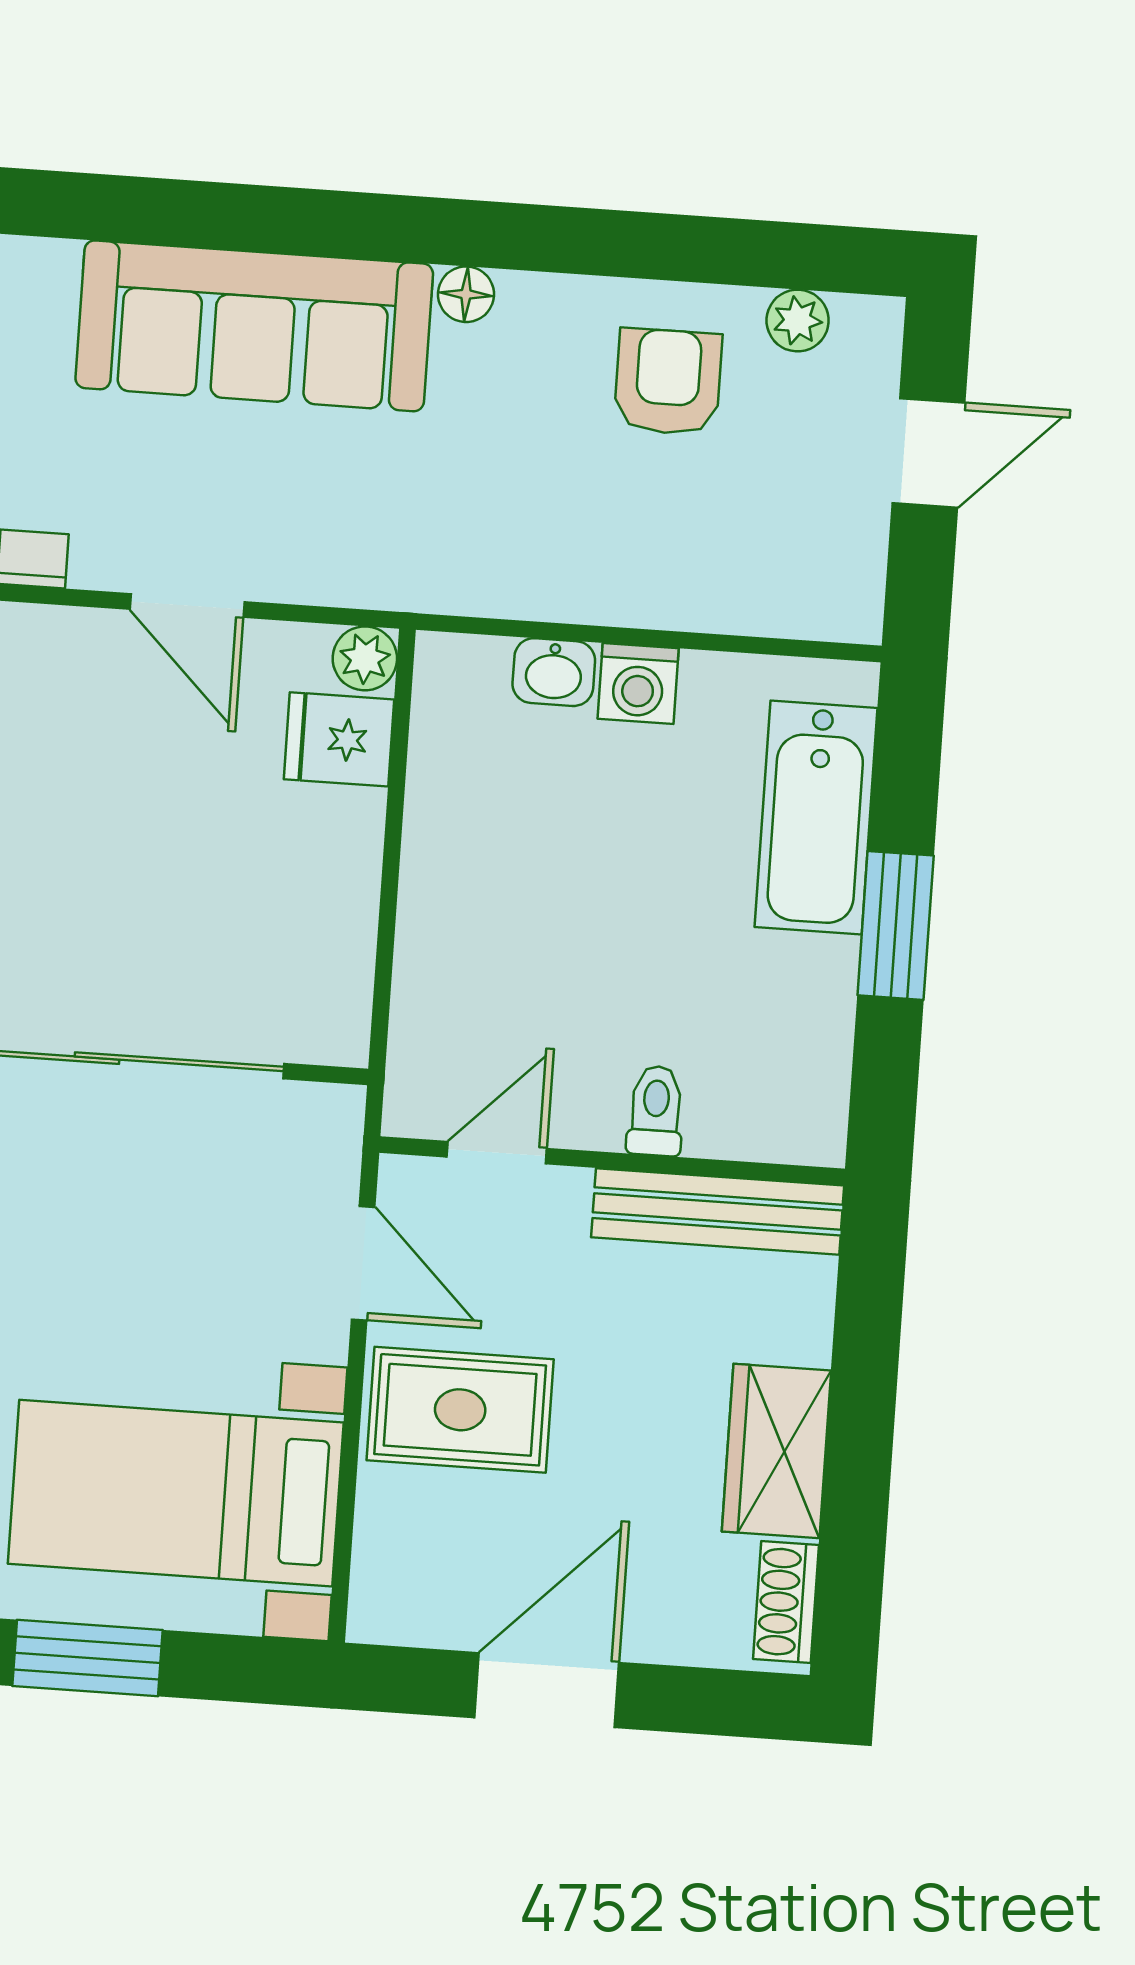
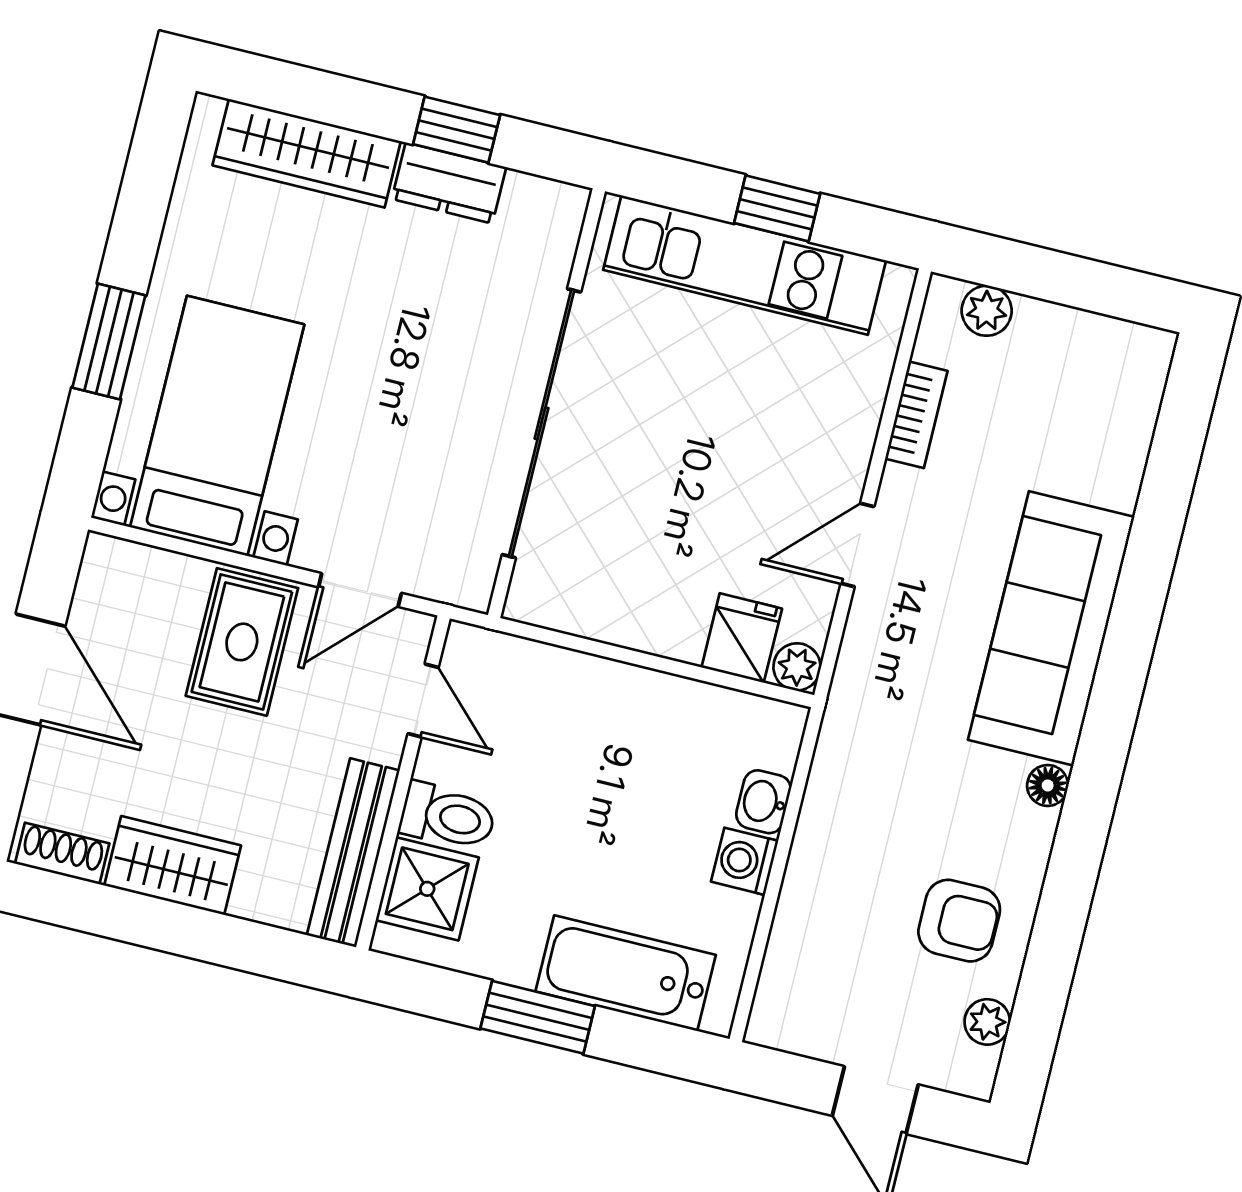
shower: (749, 1104) -> (427, 889), added
toilet: (656, 1111) -> (448, 816), width x1.37, depth x1.39

